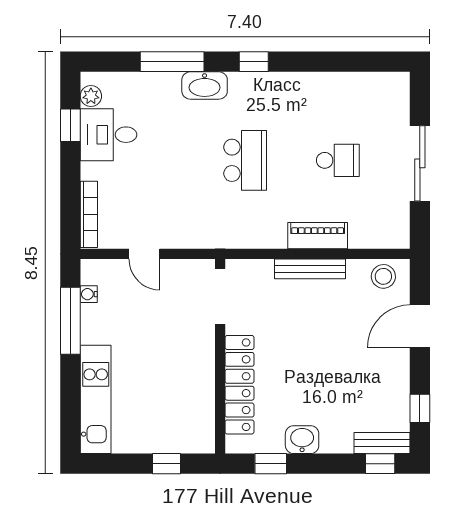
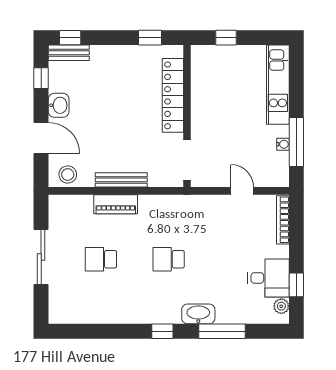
school desk: (245, 160) -> (169, 259), width x0.54
water cooler: (89, 294) -> (283, 144), moved
door: (420, 326) -> (41, 138), hinge flipped
washbasin: (302, 440) -> (59, 105), moved, turned -90

